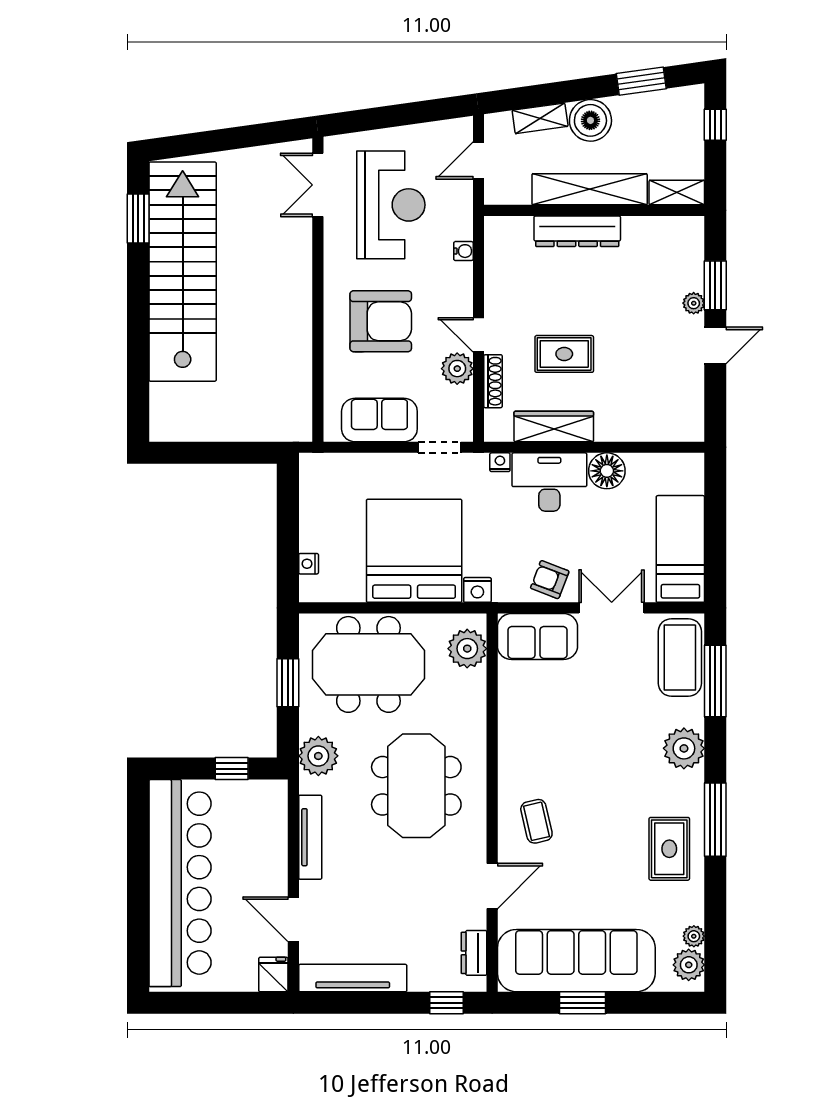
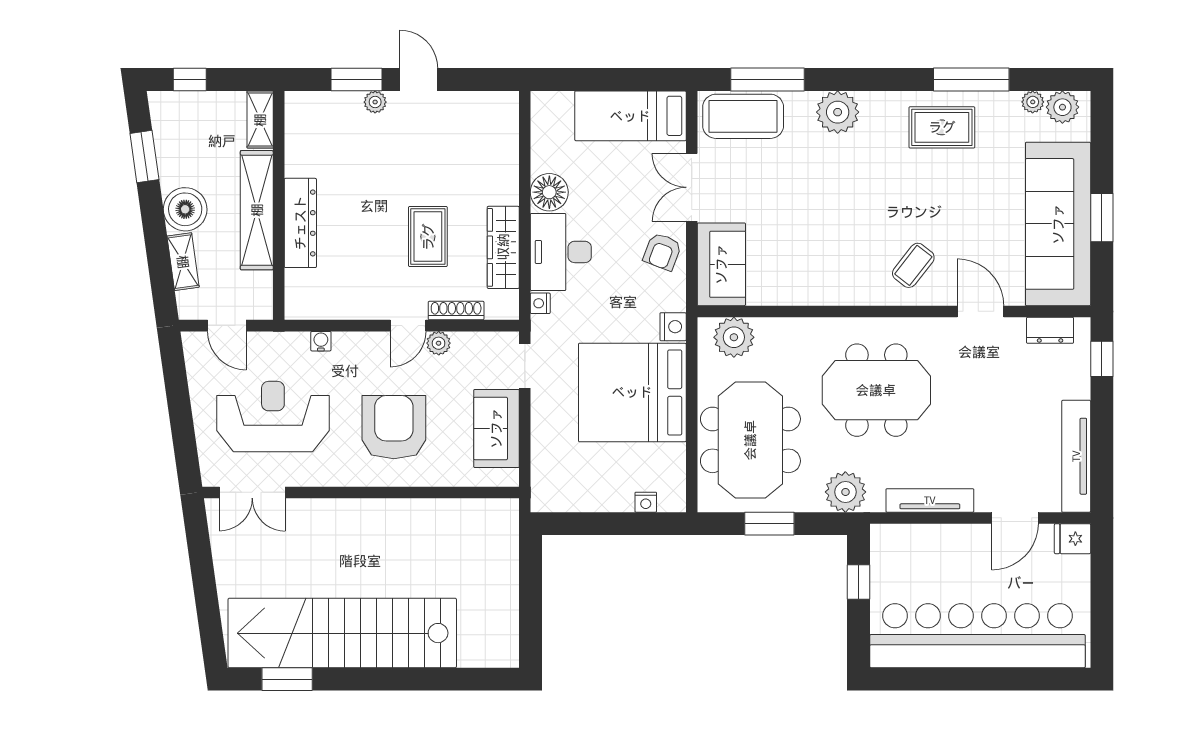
plant: (457, 369) -> (439, 343), width x0.73, depth x0.73
window: (715, 820) -> (971, 80), moved
coffee table: (536, 821) -> (913, 265), turned -39

